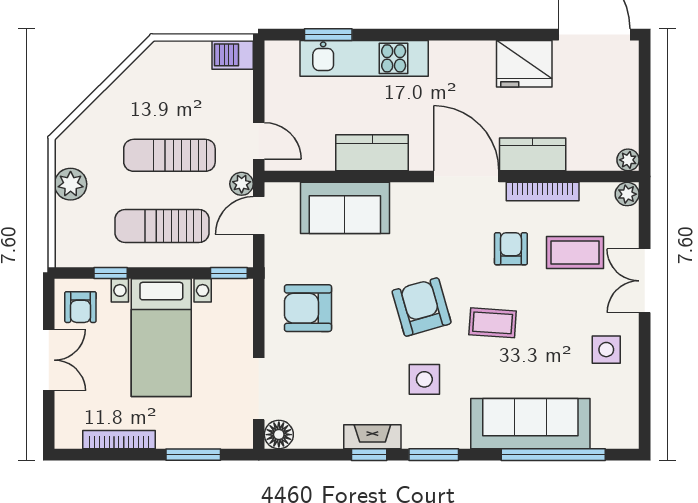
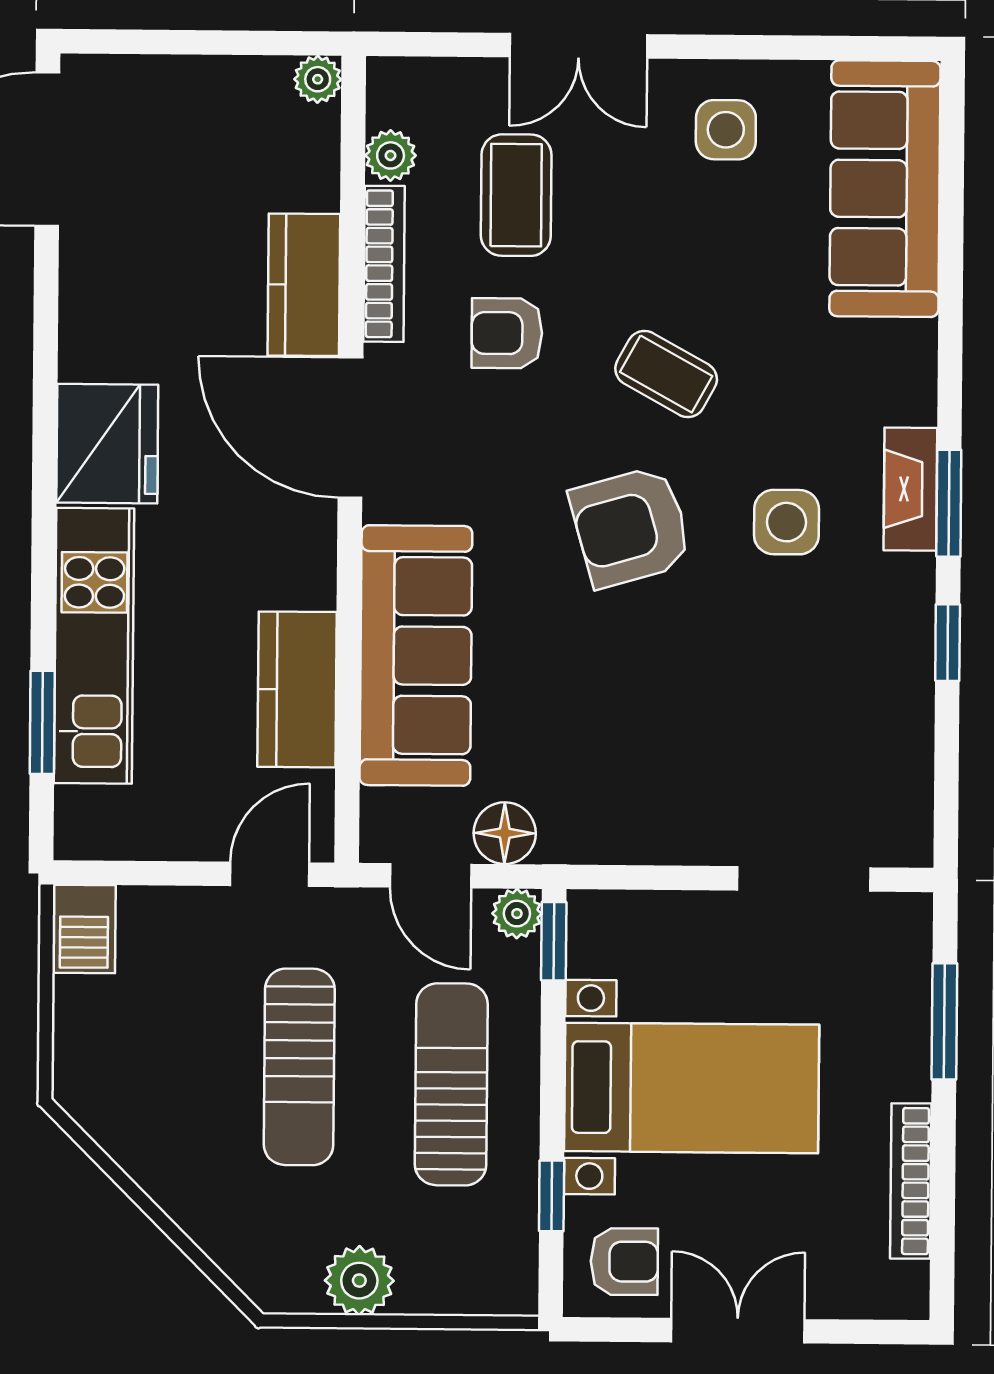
fridge: (524, 64) -> (107, 444), moved
kitchen counter: (372, 153) -> (297, 689), moved
door: (466, 177) -> (350, 428), hinge flipped
plant: (242, 184) -> (517, 914), moved
plant: (627, 194) -> (391, 155), moved
sofa: (345, 208) -> (416, 656), width x1.36
sun lounger: (162, 226) -> (451, 1084), turned 180
armchair: (308, 308) -> (631, 771), removed
coffee table: (493, 323) -> (666, 374), turned -65
sofa: (530, 424) -> (885, 189), moved
floor lamp: (279, 435) -> (505, 833), moved
fireplace: (372, 437) -> (910, 489), moved
window: (553, 455) -> (951, 246), removed

